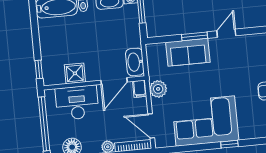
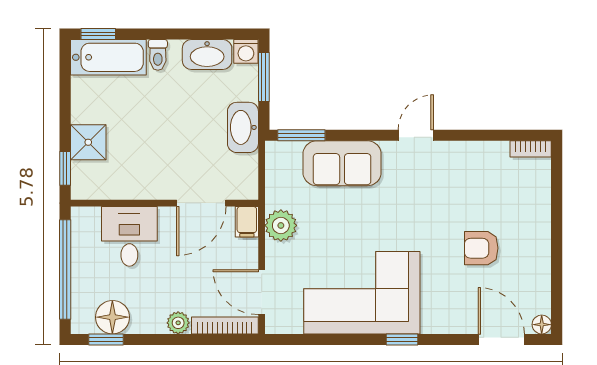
window: (195, 36) -> (301, 135), moved
washbasin: (135, 62) -> (243, 127), moved
shower: (75, 73) -> (88, 142), moved
desk: (77, 103) -> (129, 236), width x0.73

